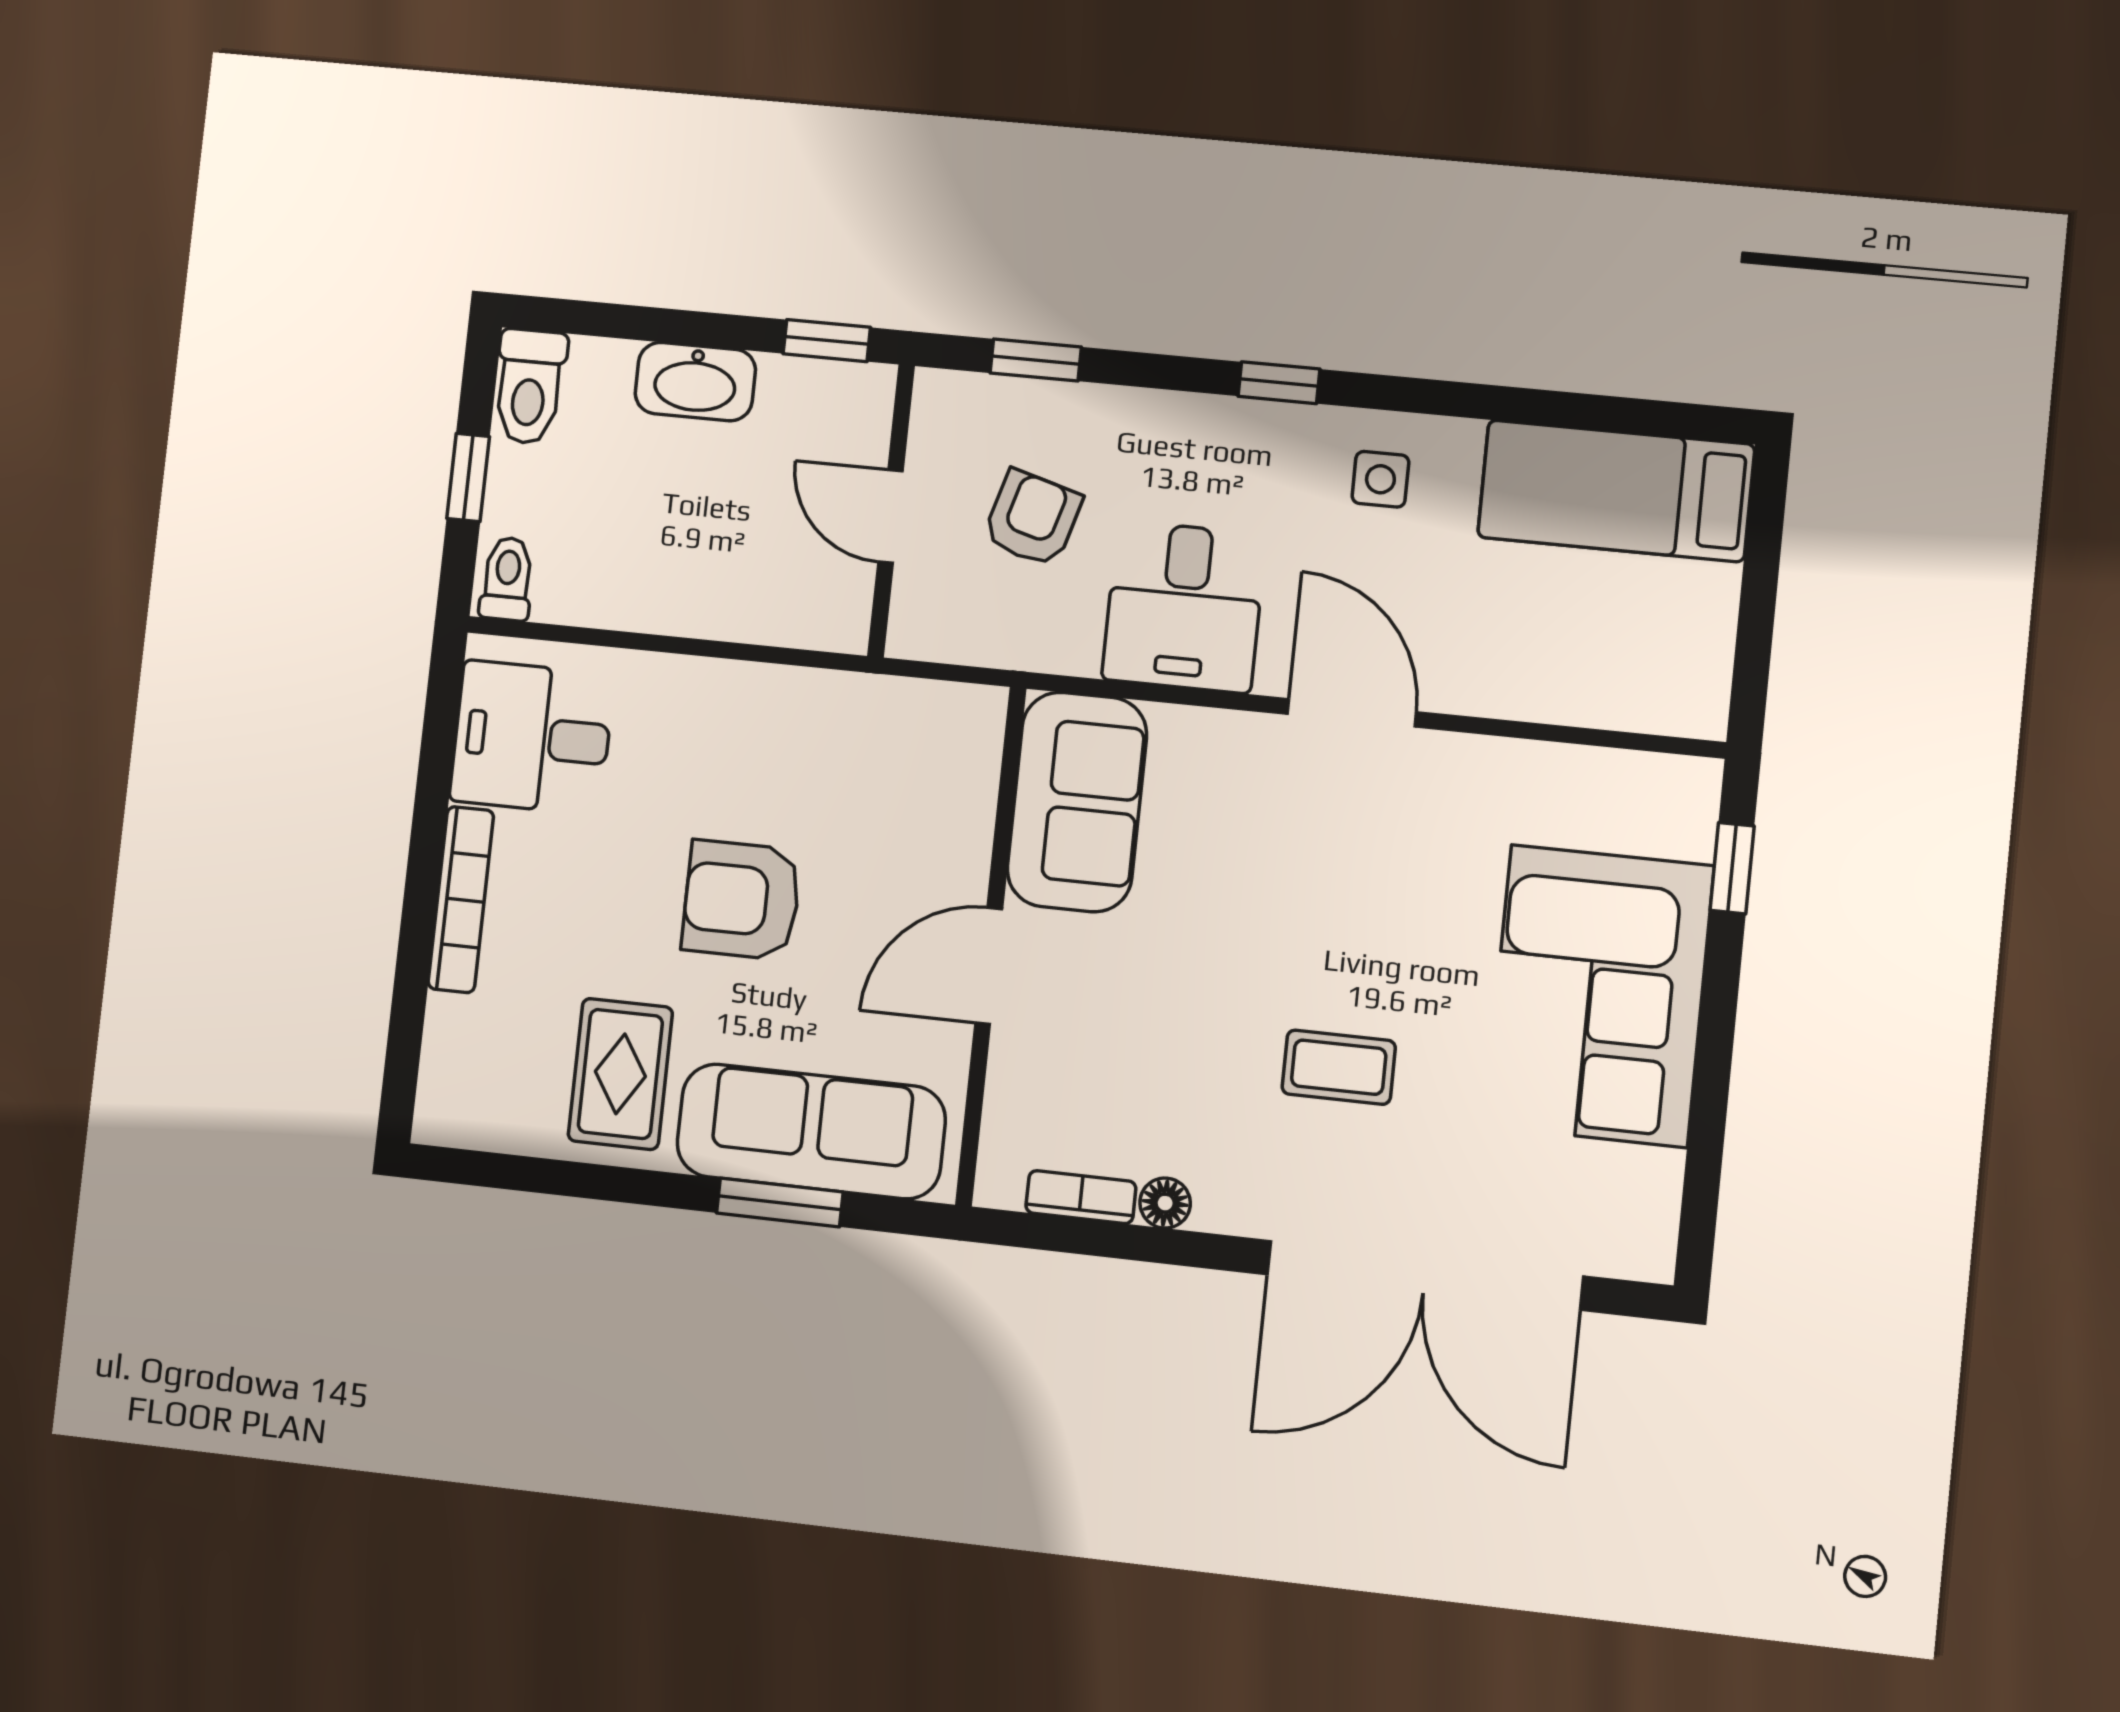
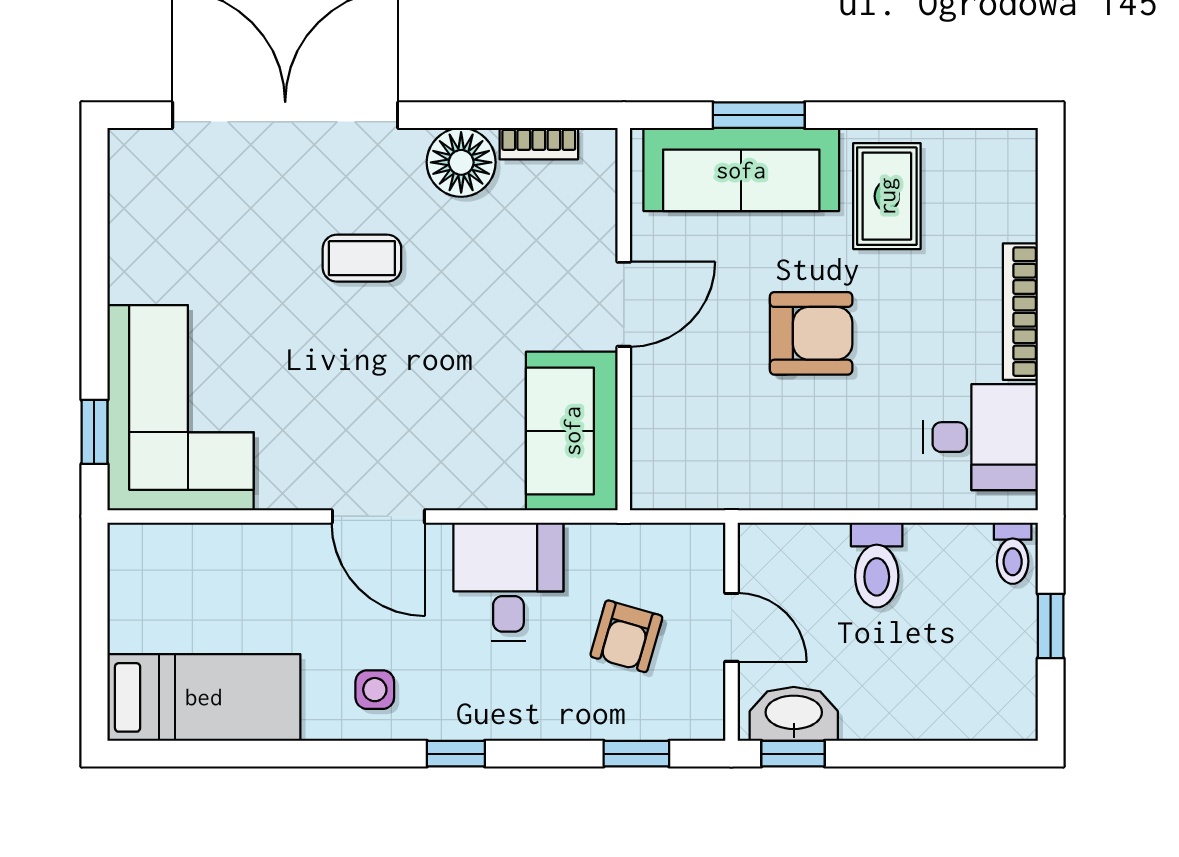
washbasin: (695, 382) -> (794, 714), moved
toilet: (529, 387) -> (877, 565), moved, turned 180
corner sofa: (1599, 996) -> (180, 408), moved
floor lamp: (1165, 1203) -> (461, 162), width x1.89, depth x1.89

